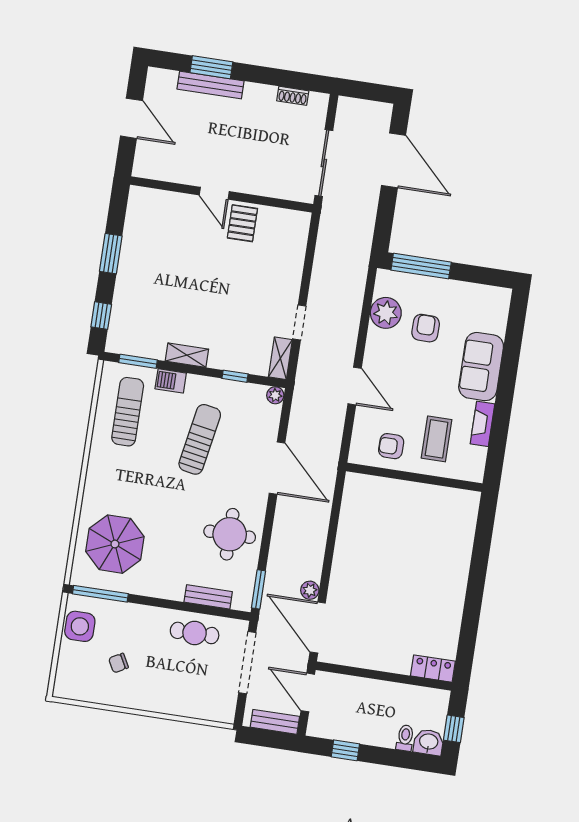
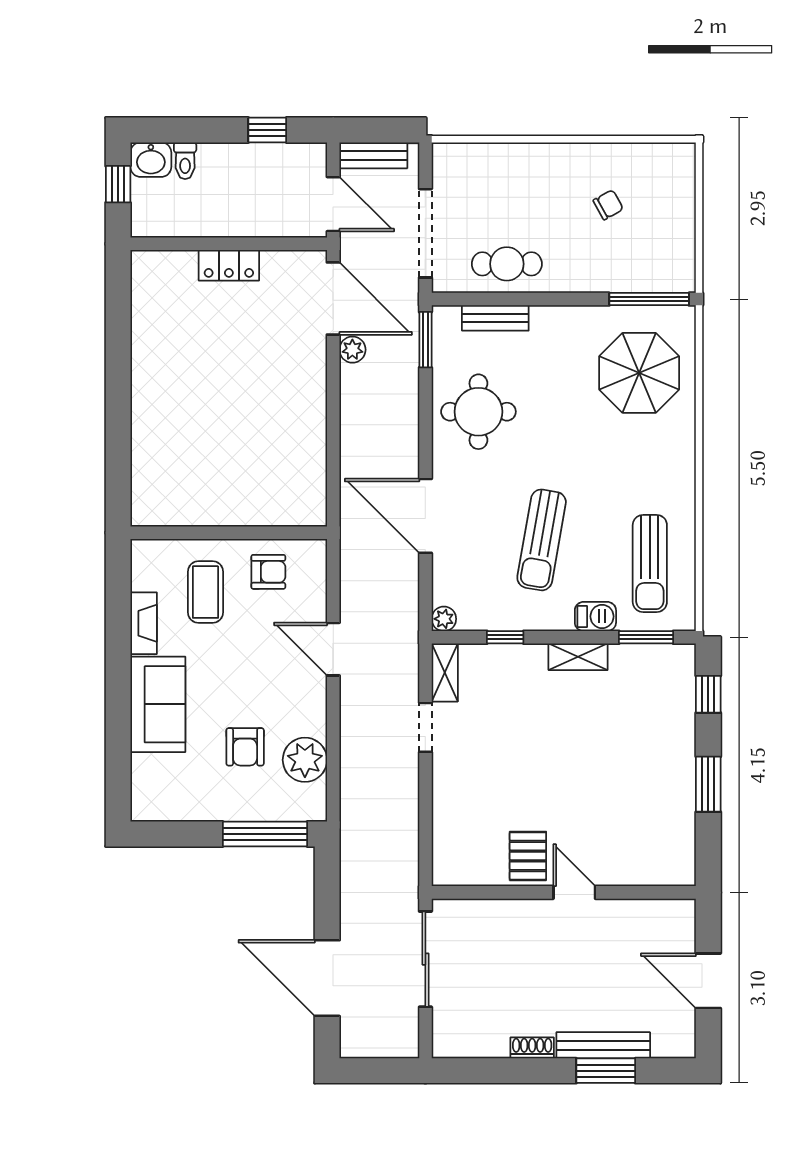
shoe rack: (293, 96) -> (532, 1048), moved
side table: (80, 626) -> (671, 248), removed
locker: (433, 669) -> (229, 265), moved

